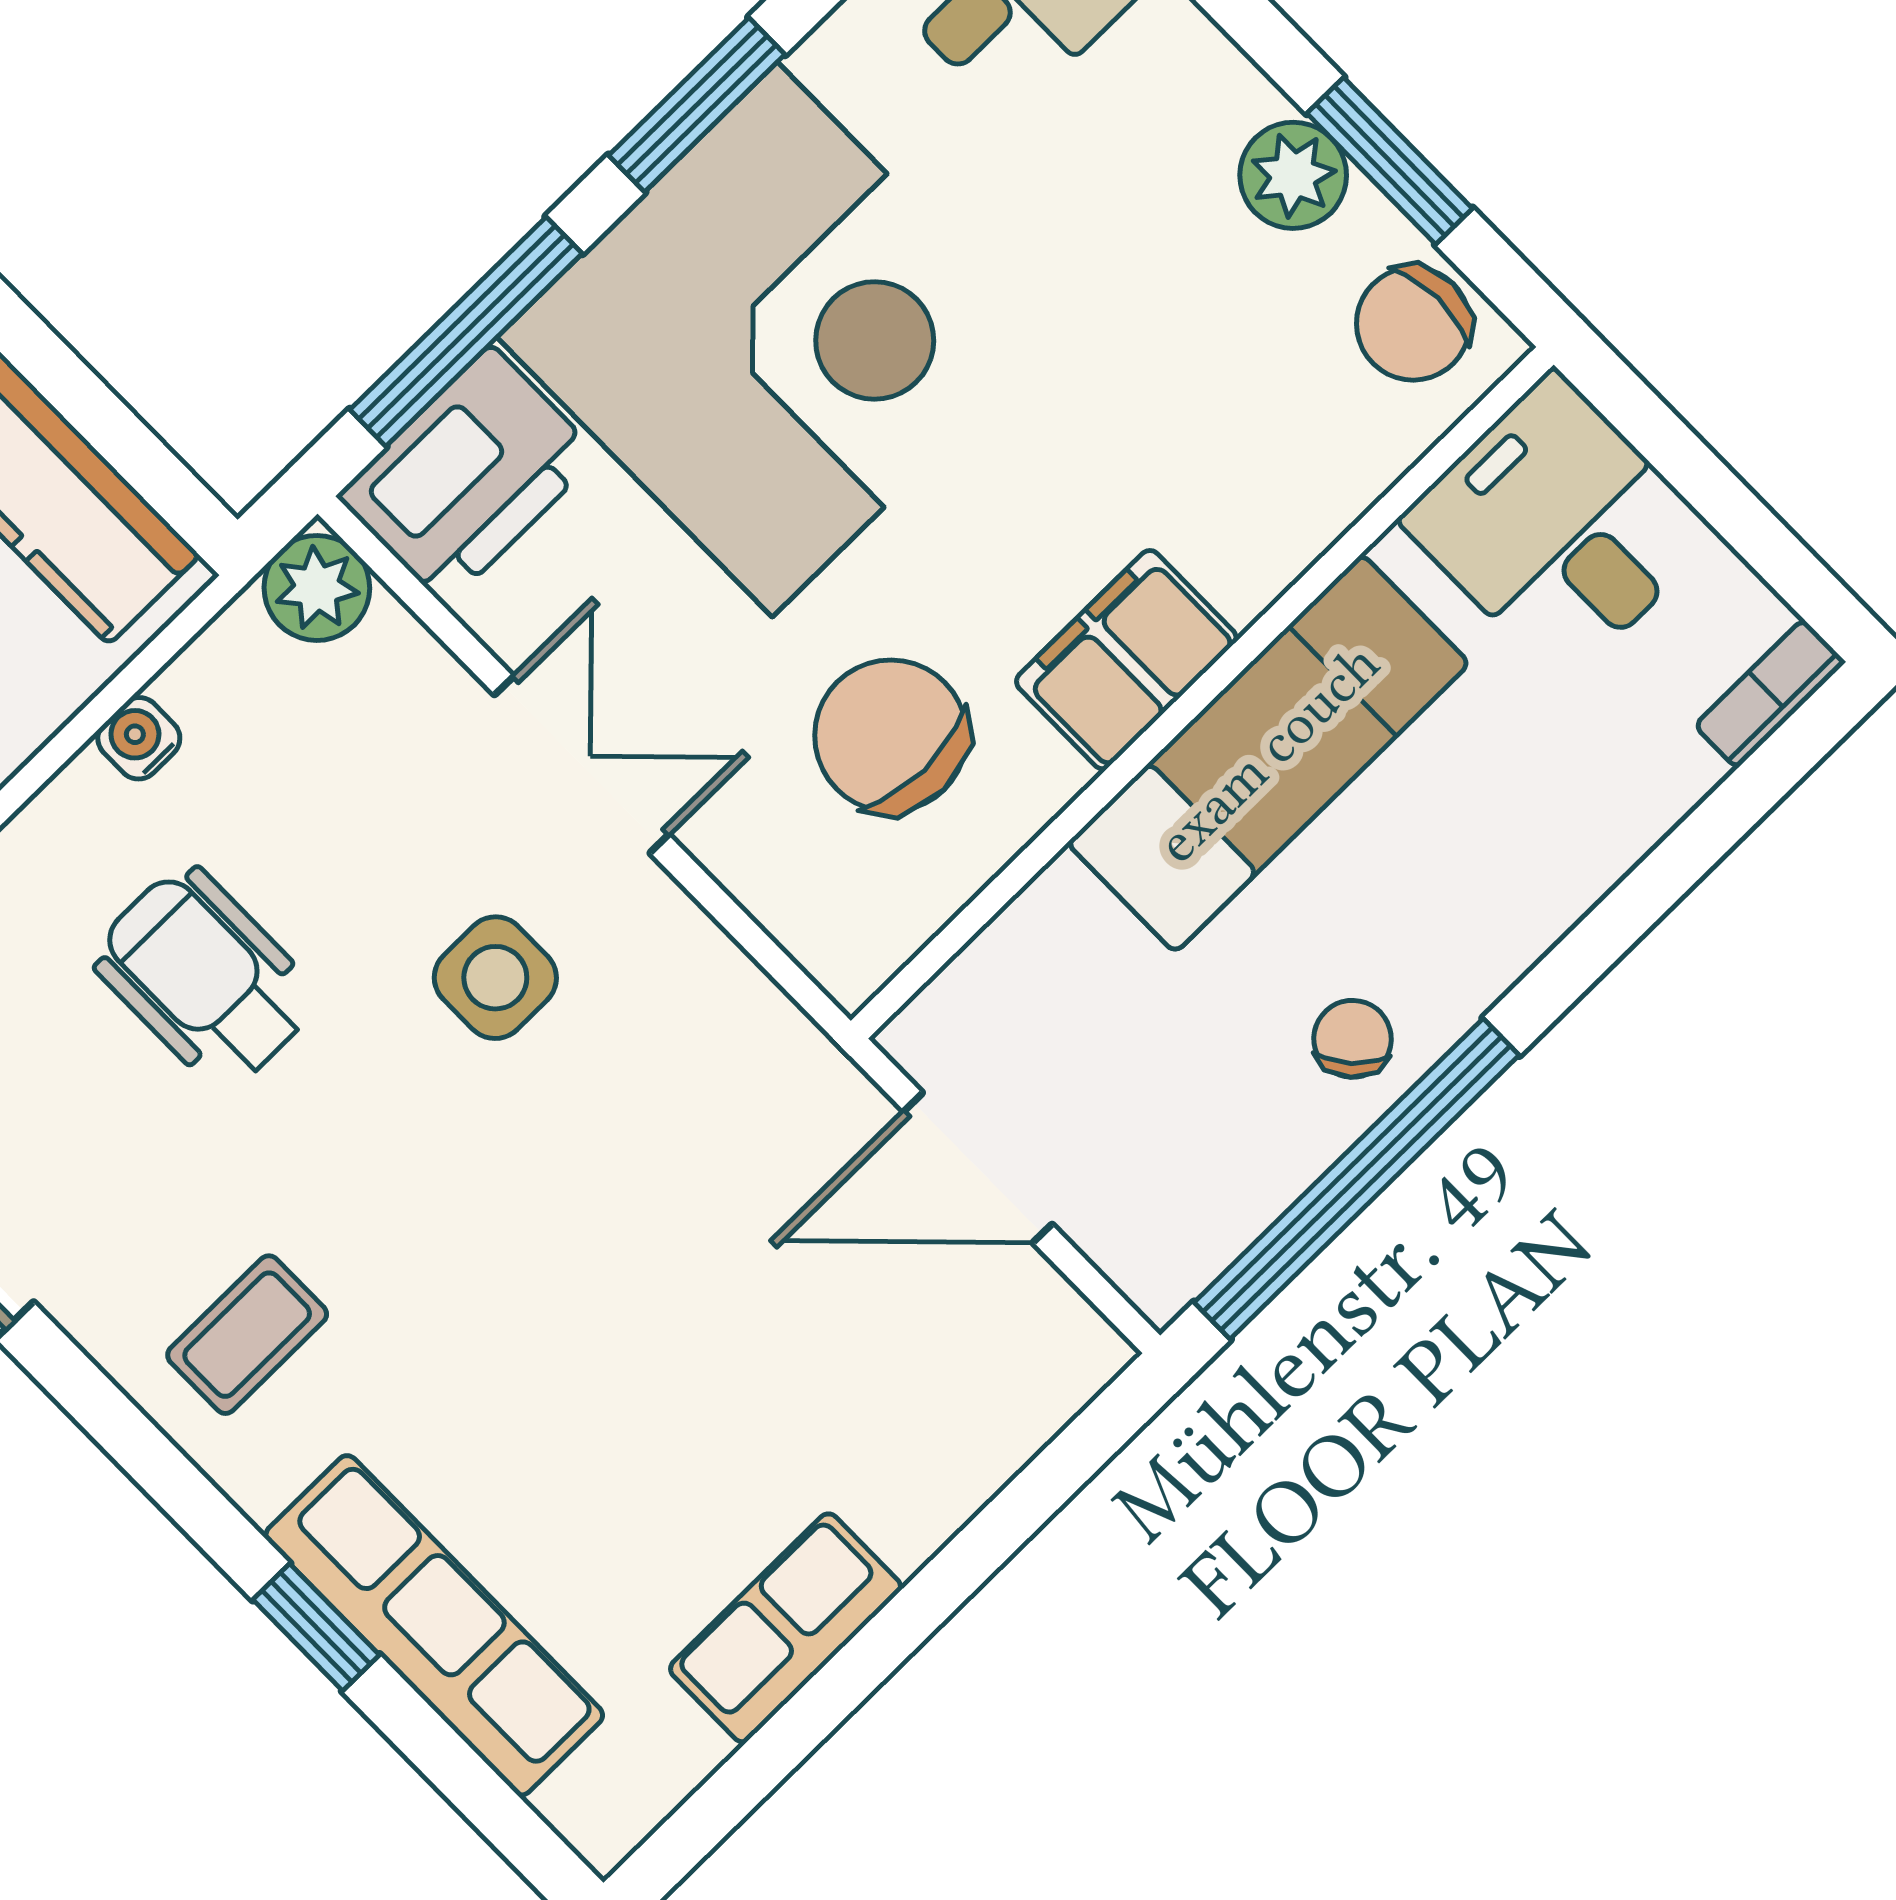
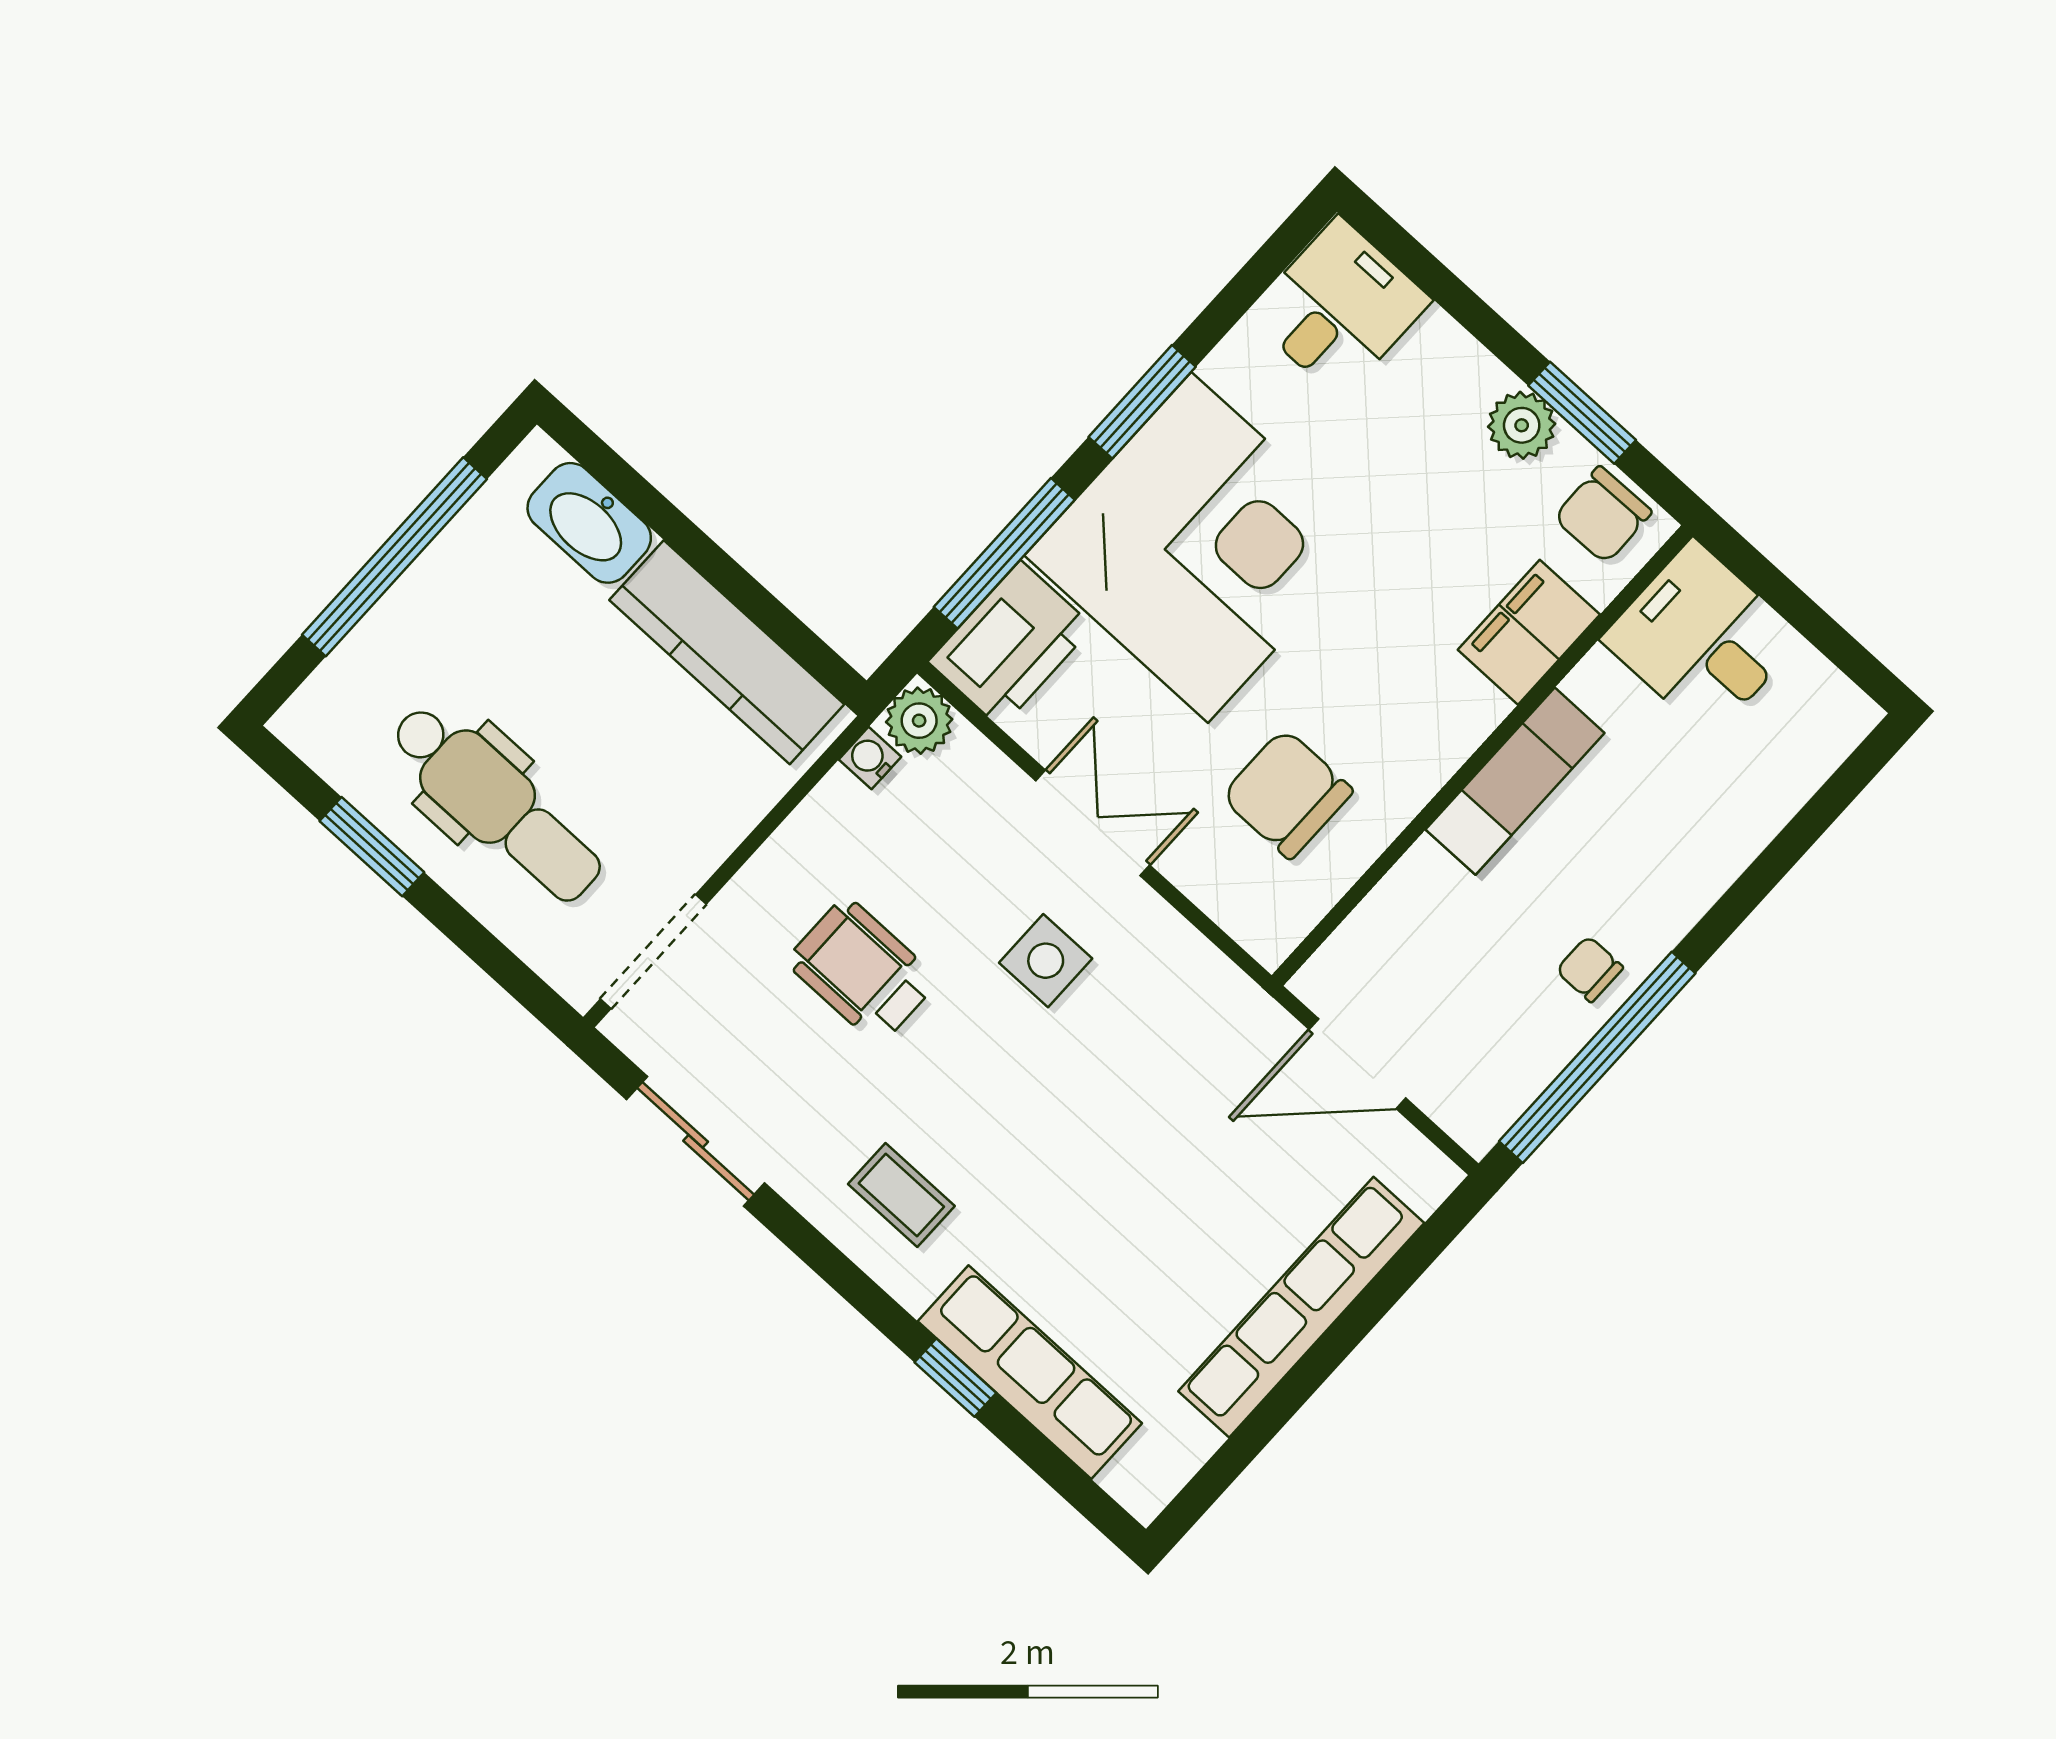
filing cabinet: (1126, 660) -> (1529, 632), moved
bookcase: (1770, 694) -> (1841, 736), removed
water cooler: (139, 738) -> (870, 758), moved
exam couch: (1268, 753) -> (1515, 781), width x0.73, depth x0.69
chair: (1352, 1039) -> (1590, 969), turned -47
coffee table: (247, 1335) -> (901, 1195), turned 90
row of seats: (785, 1628) -> (1301, 1307), width x2.02

